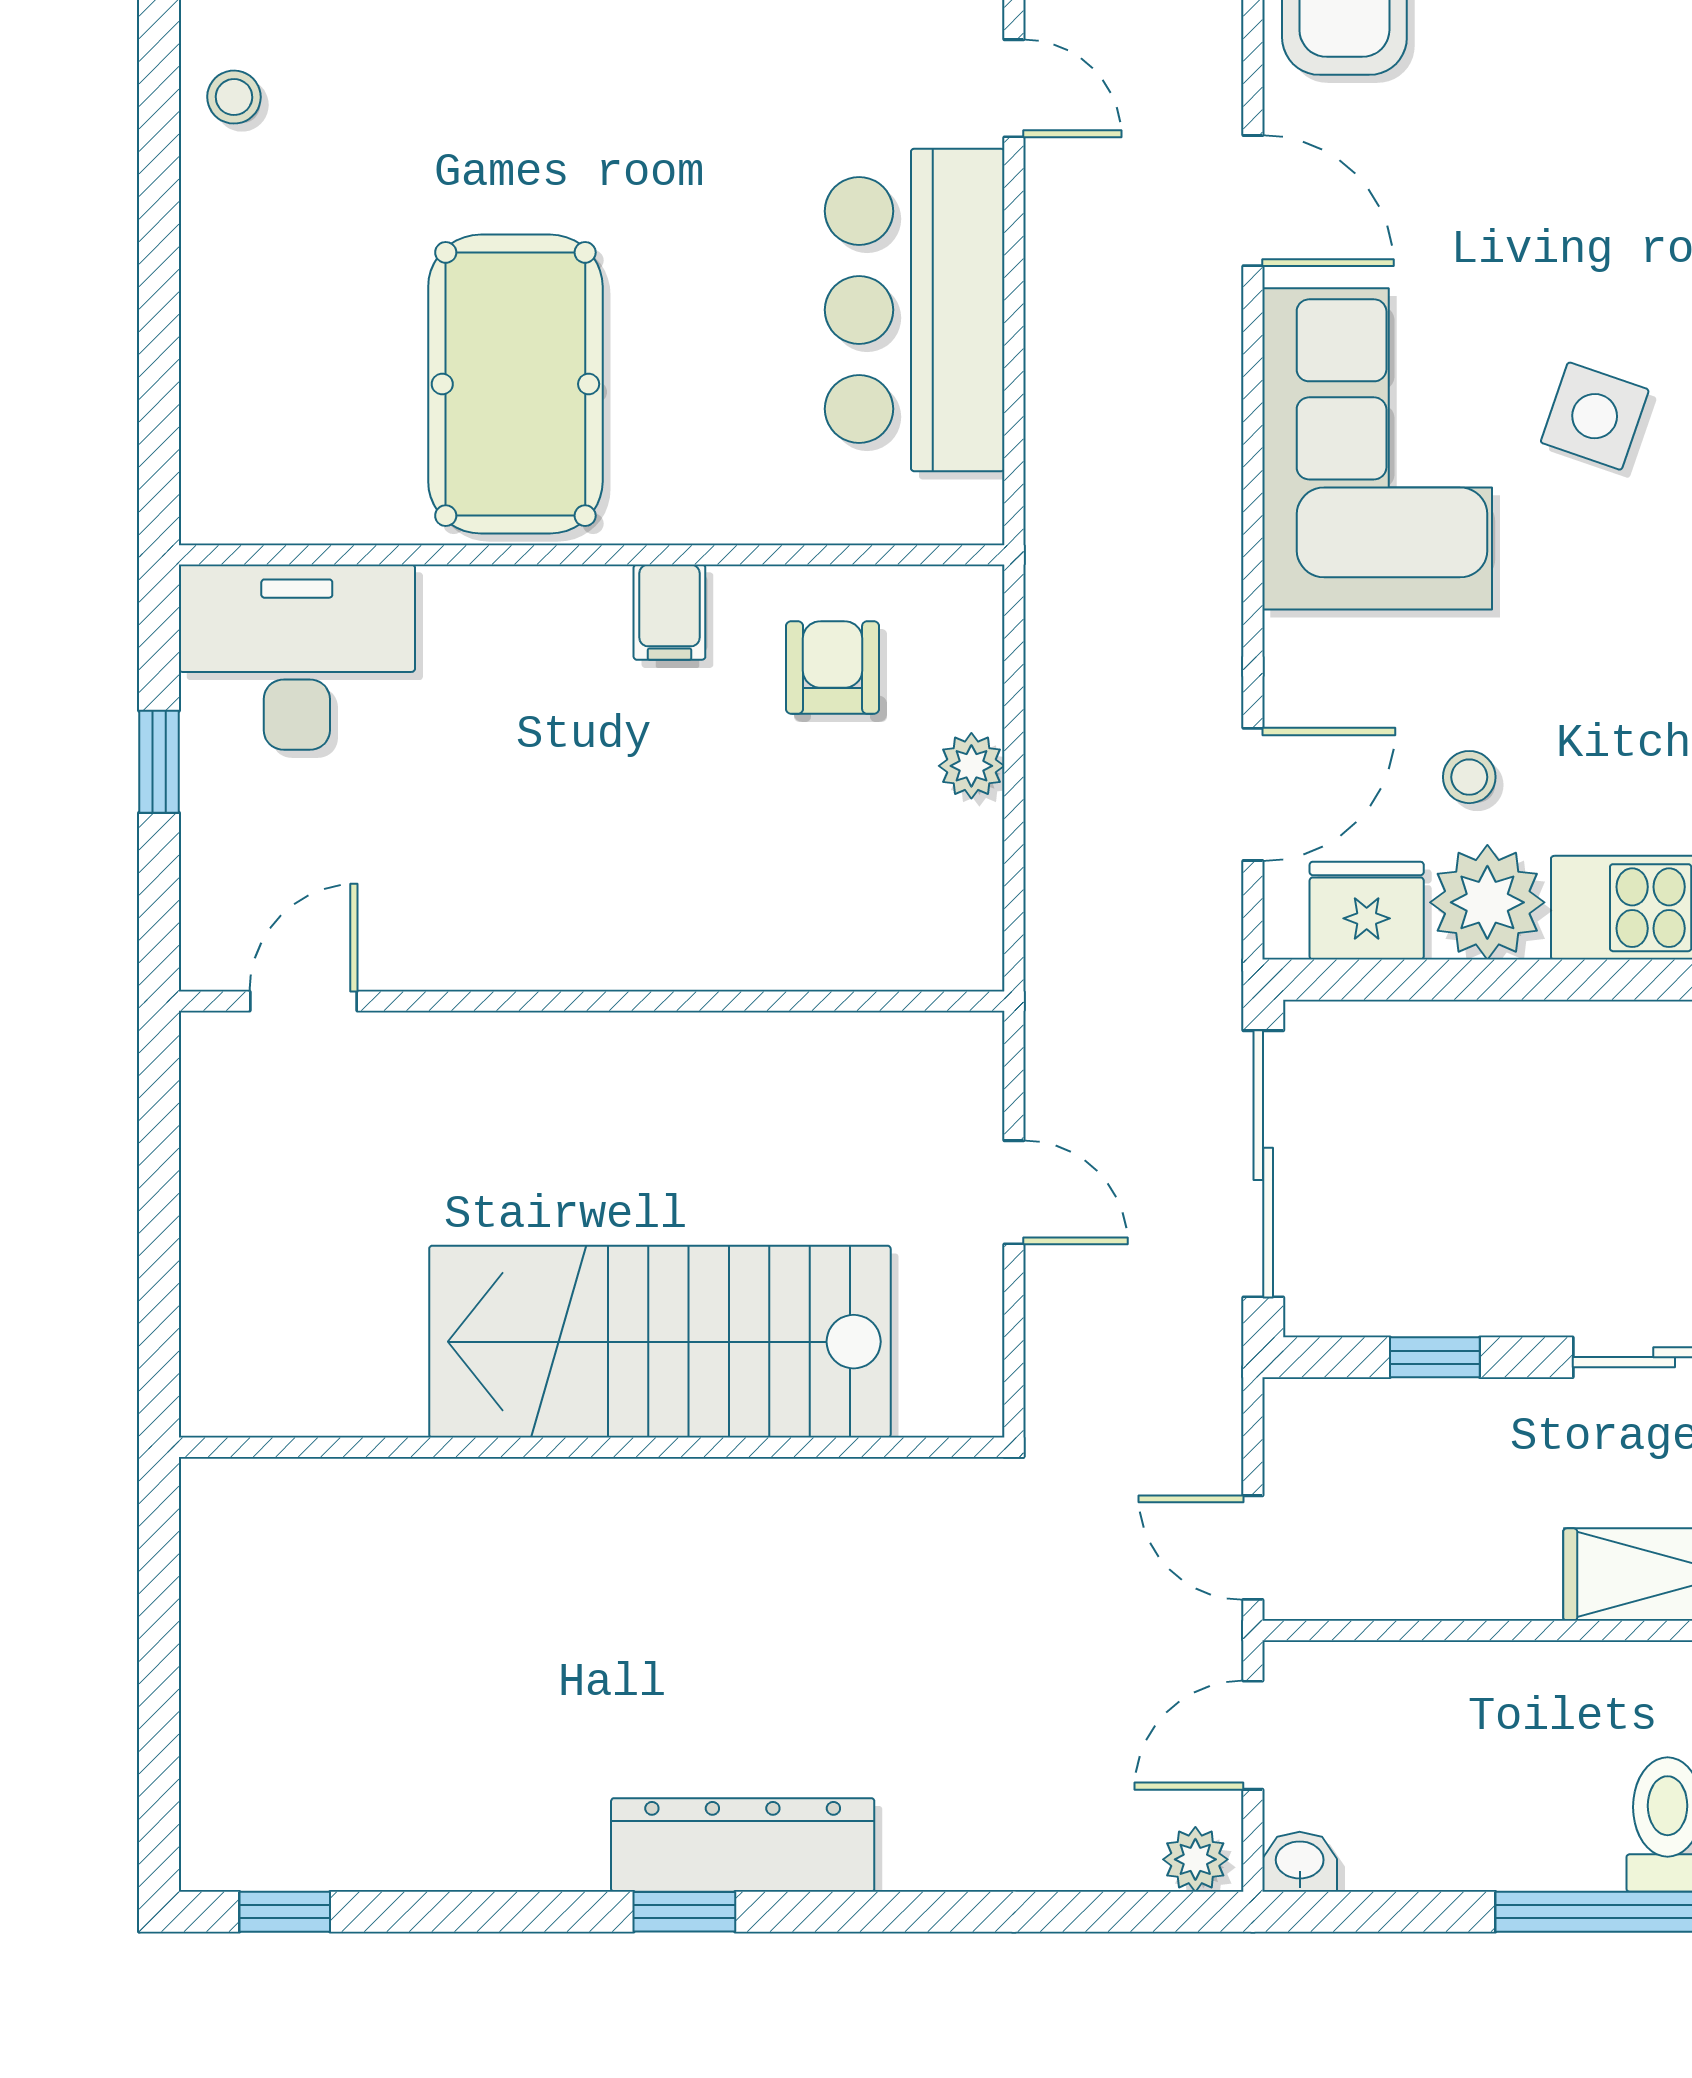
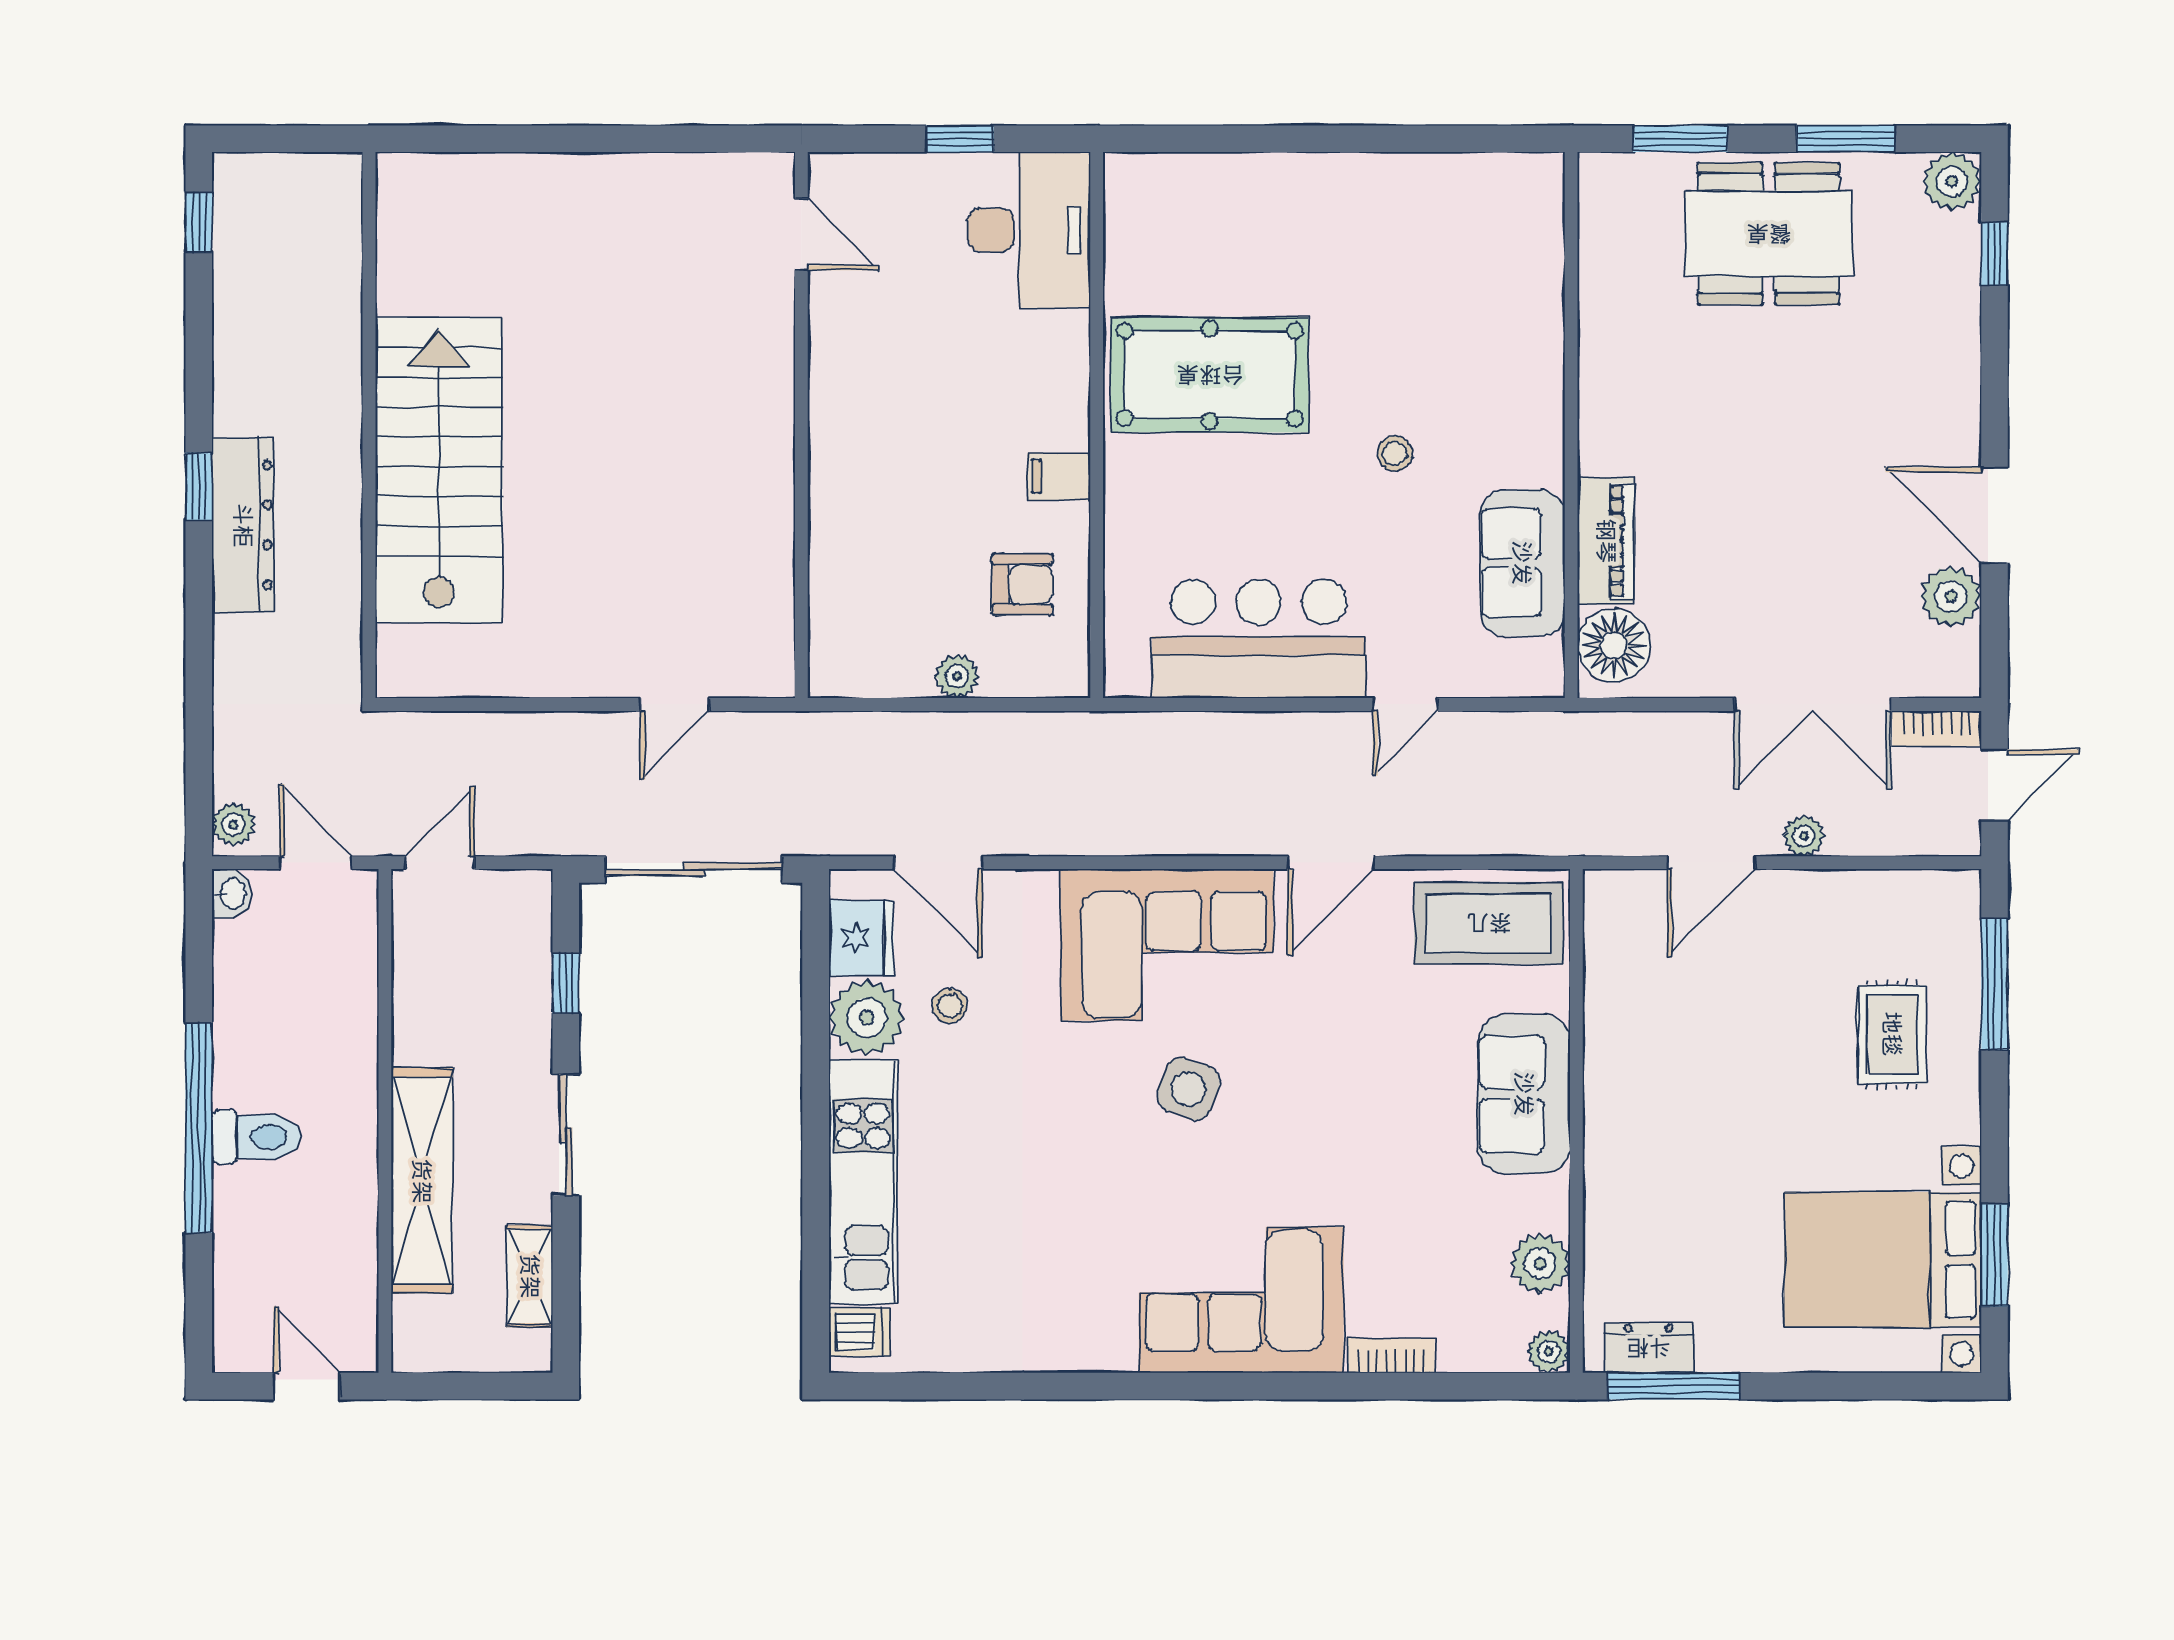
stool: (234, 97) -> (1395, 454), moved
stairs: (660, 1342) -> (439, 470), moved
wall: (592, 1447) -> (369, 425), moved

